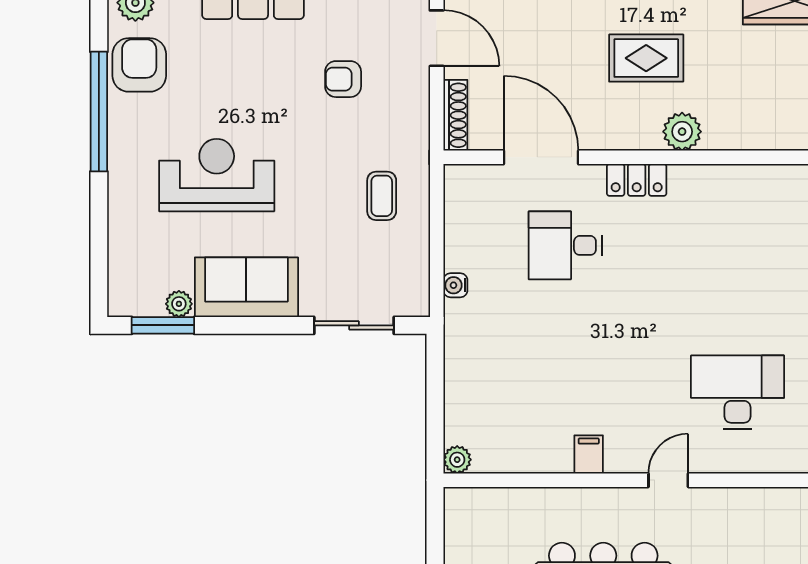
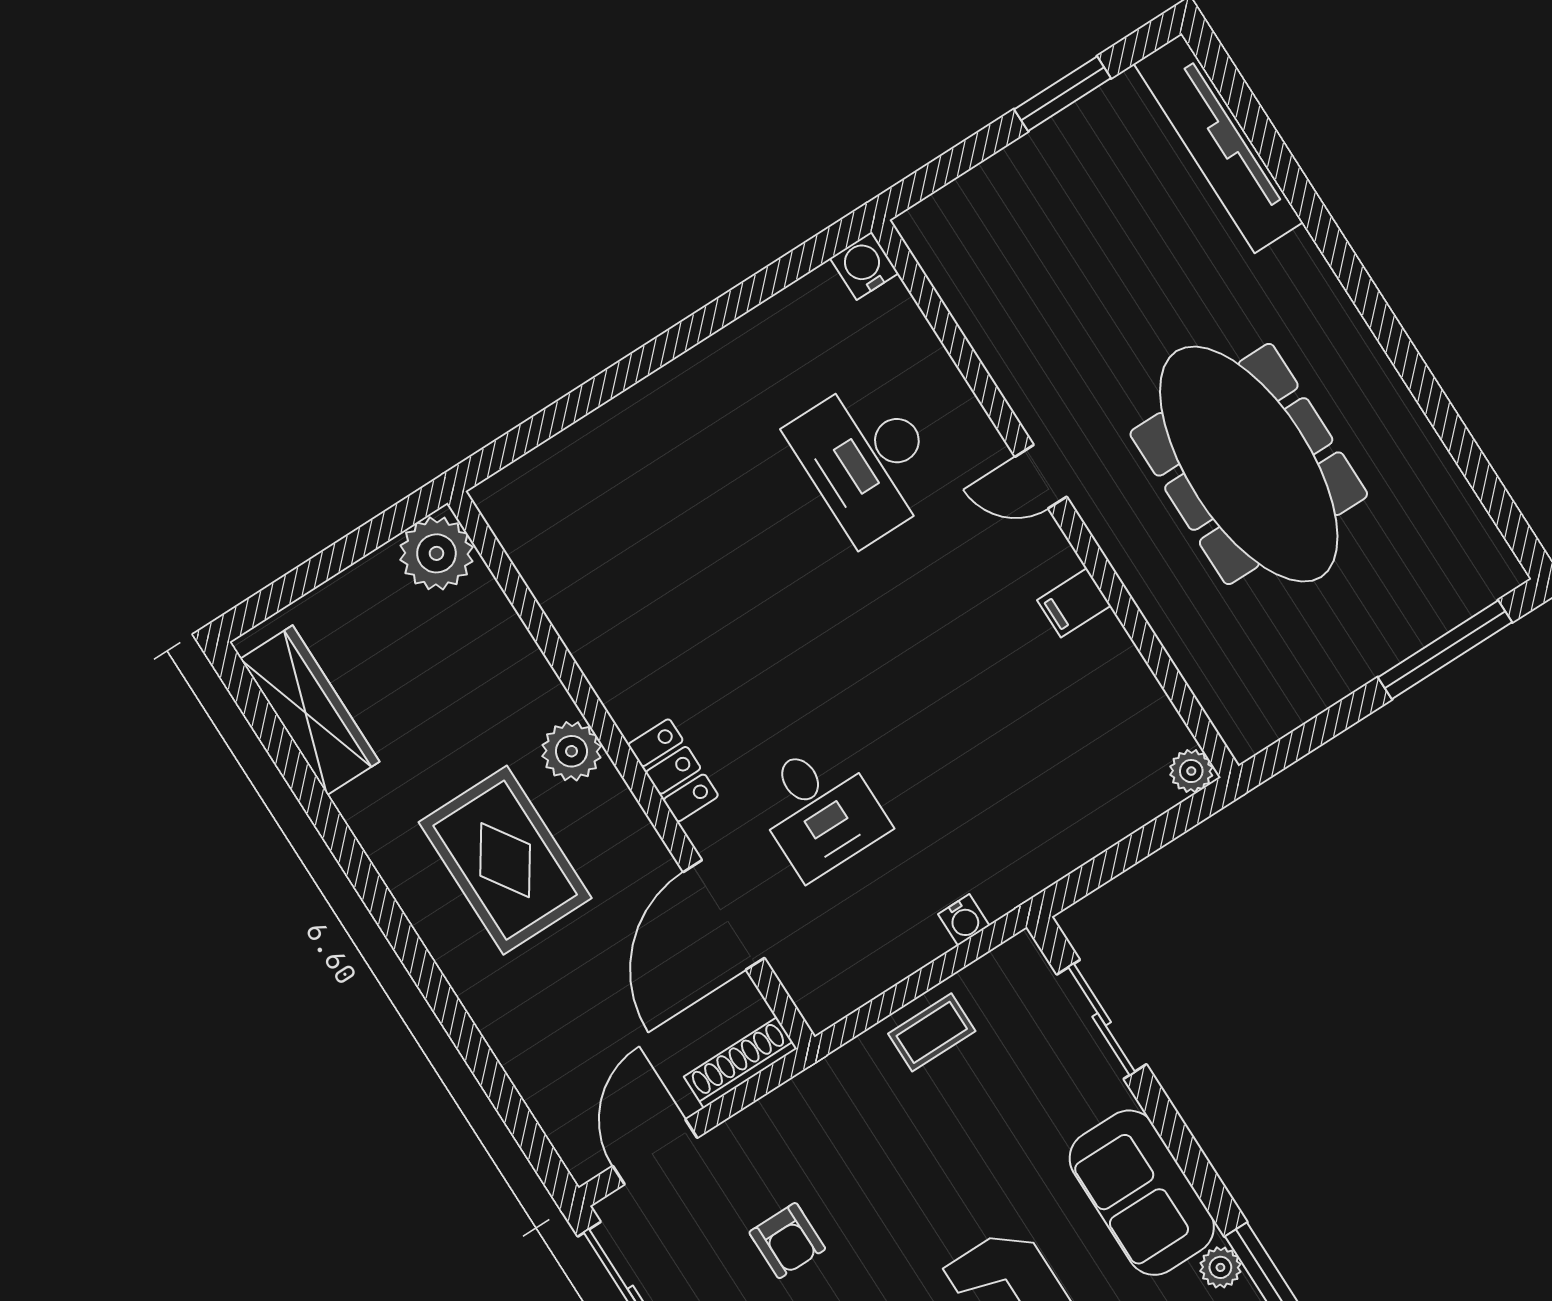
rug: (646, 58) -> (505, 860), width x1.36, depth x1.43
coffee table: (382, 196) -> (932, 1032), moved

